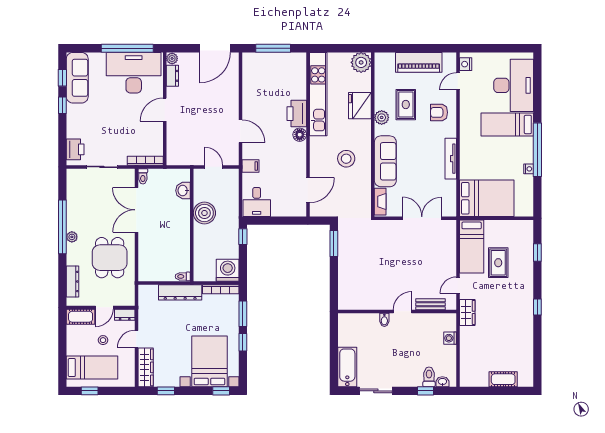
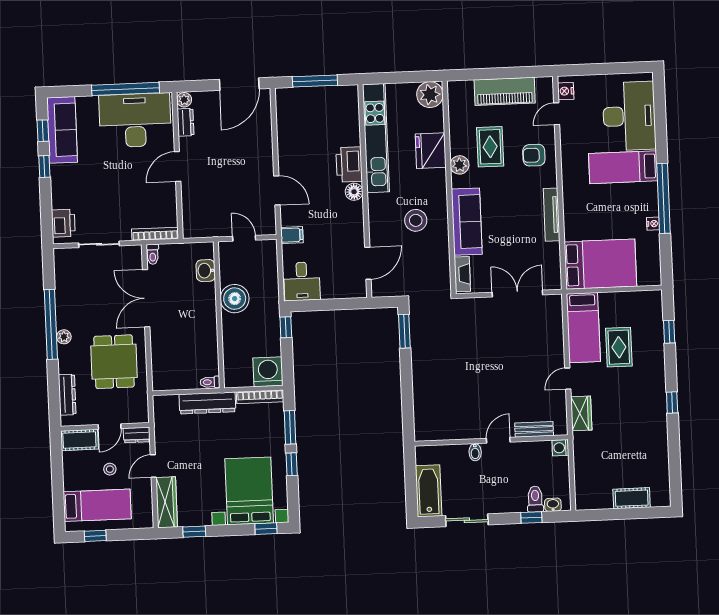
bench: (430, 304) -> (534, 429), moved
wall: (397, 311) -> (491, 440), moved
door: (403, 311) -> (498, 440), moved
bidet: (384, 320) -> (475, 452), moved

